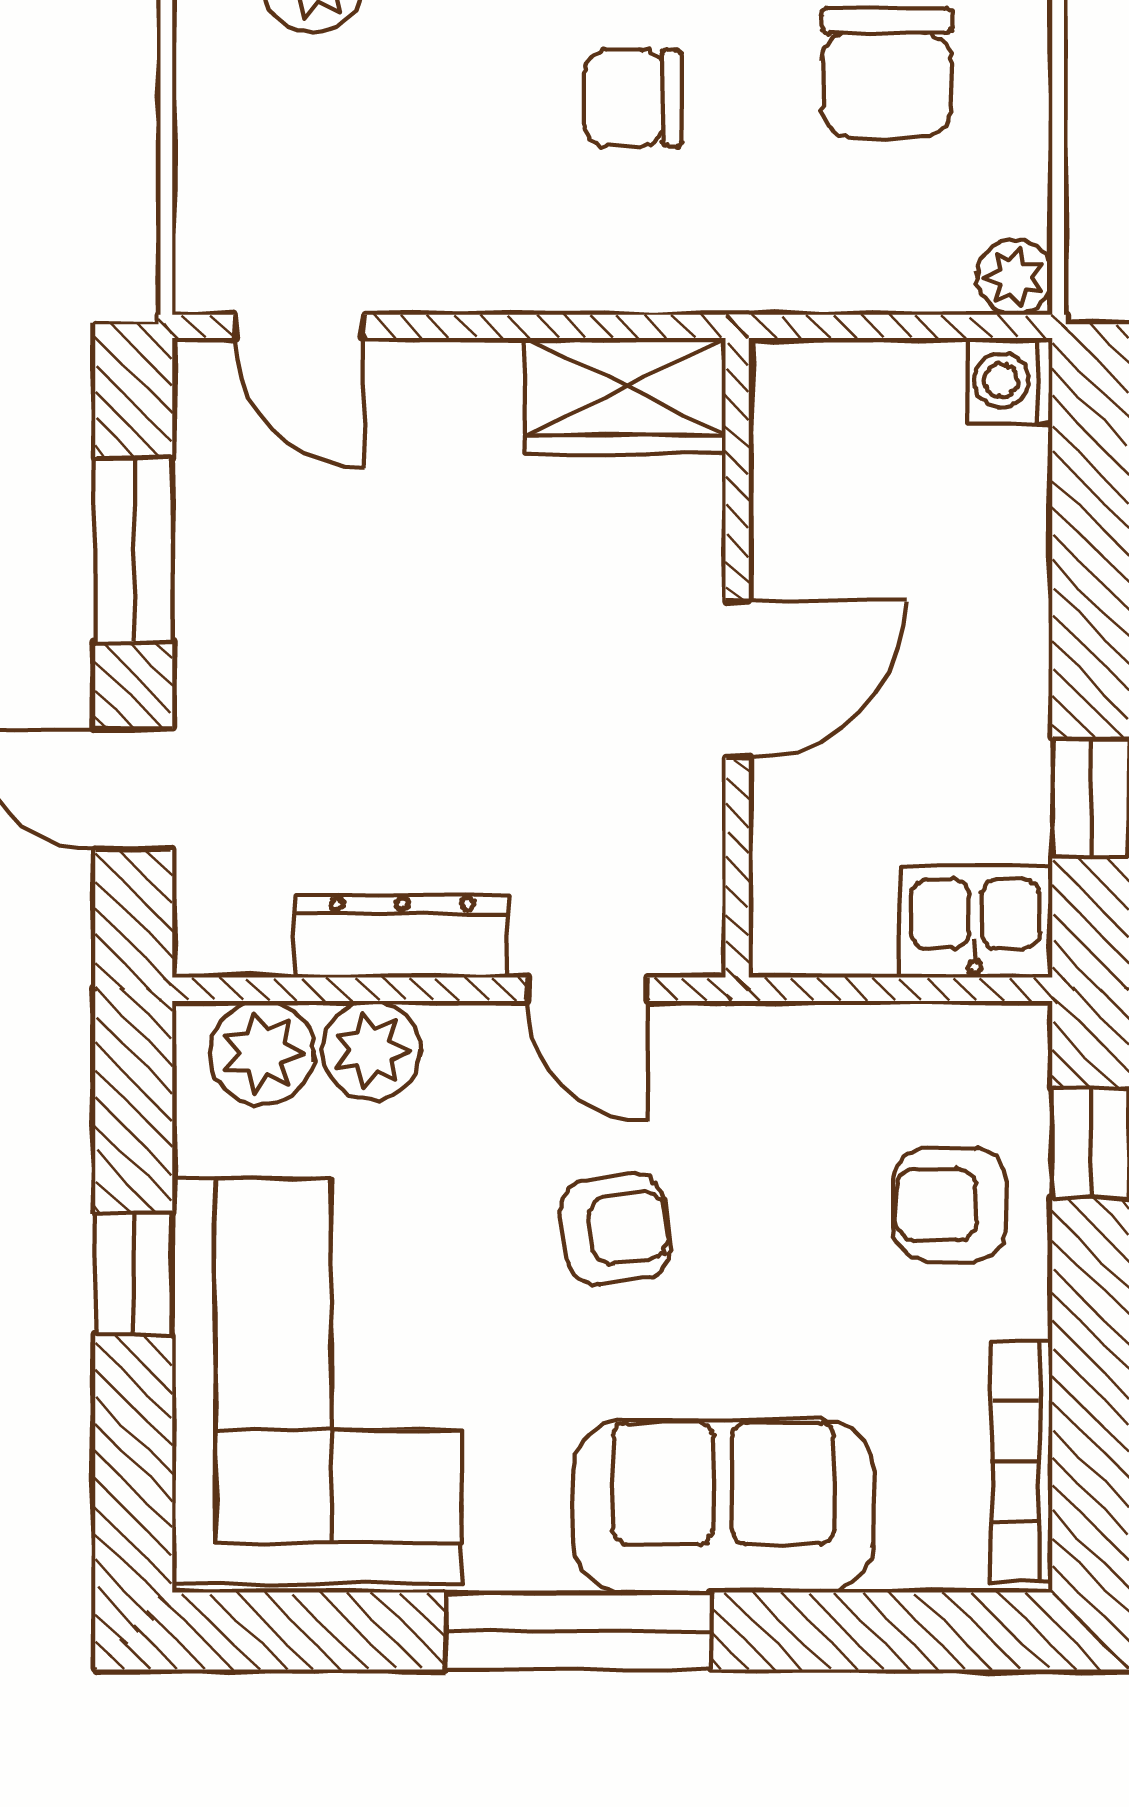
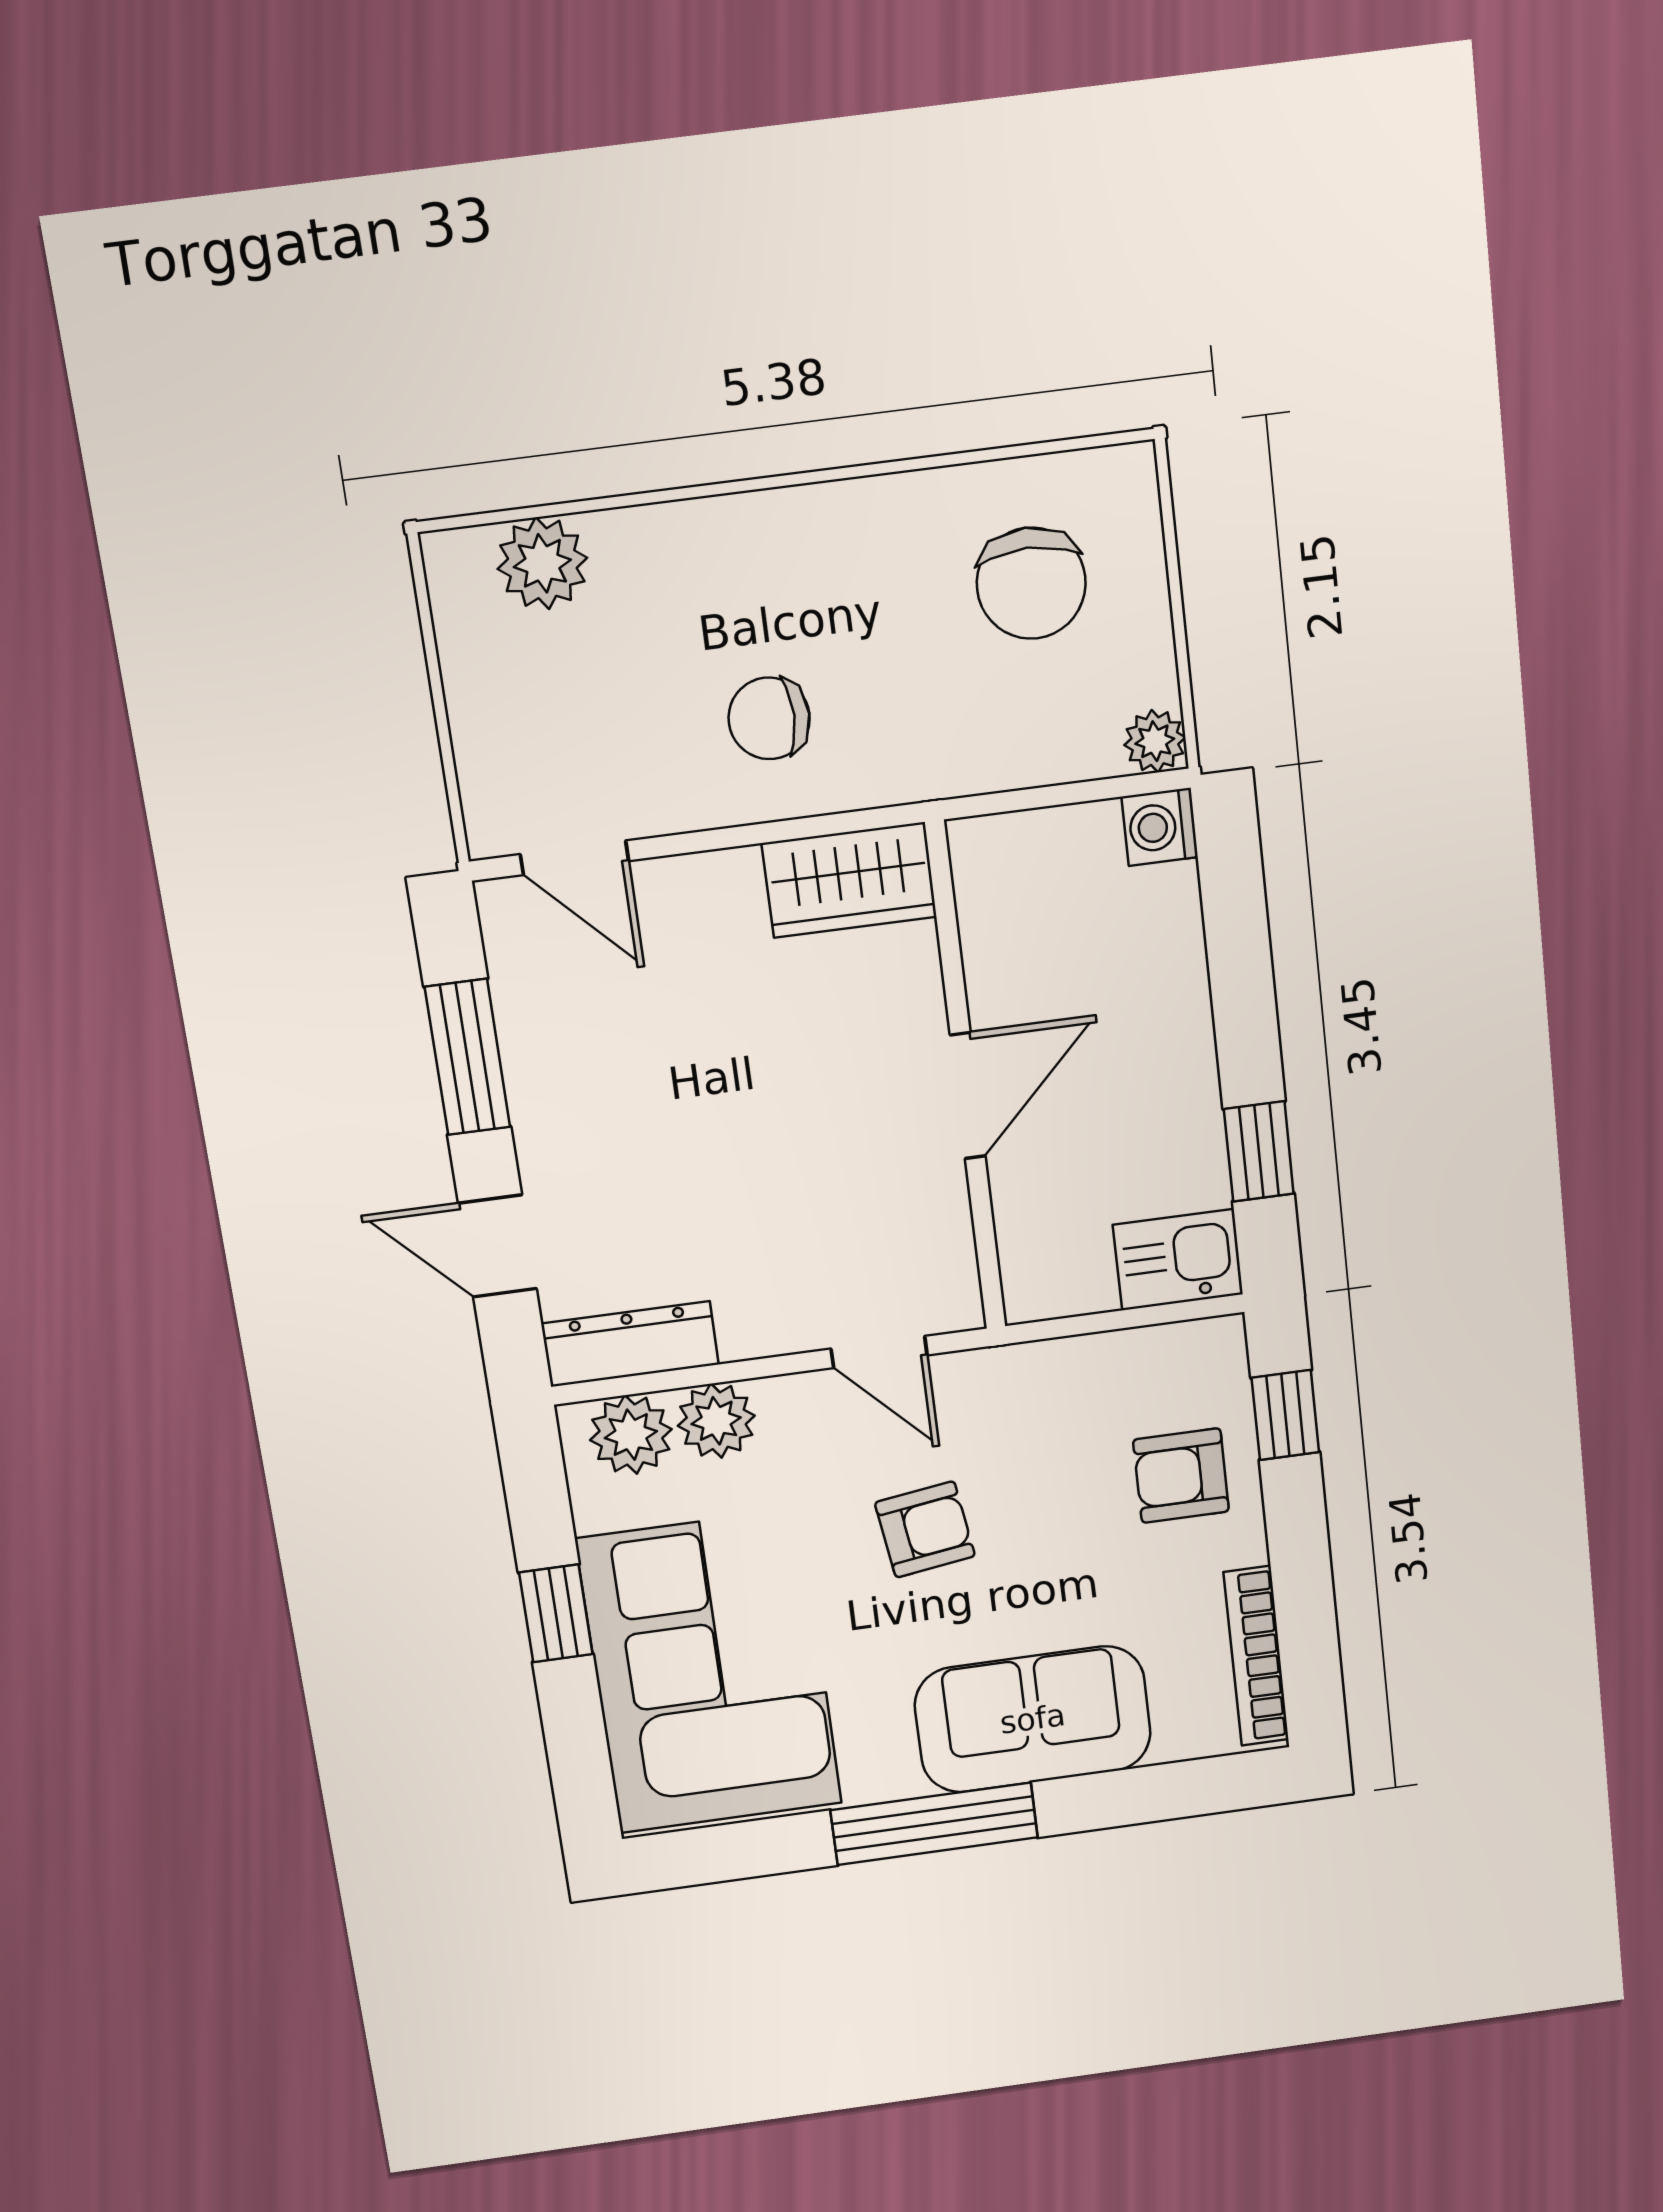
chair: (633, 98) -> (769, 718), moved
dresser: (402, 936) -> (630, 1344), moved

